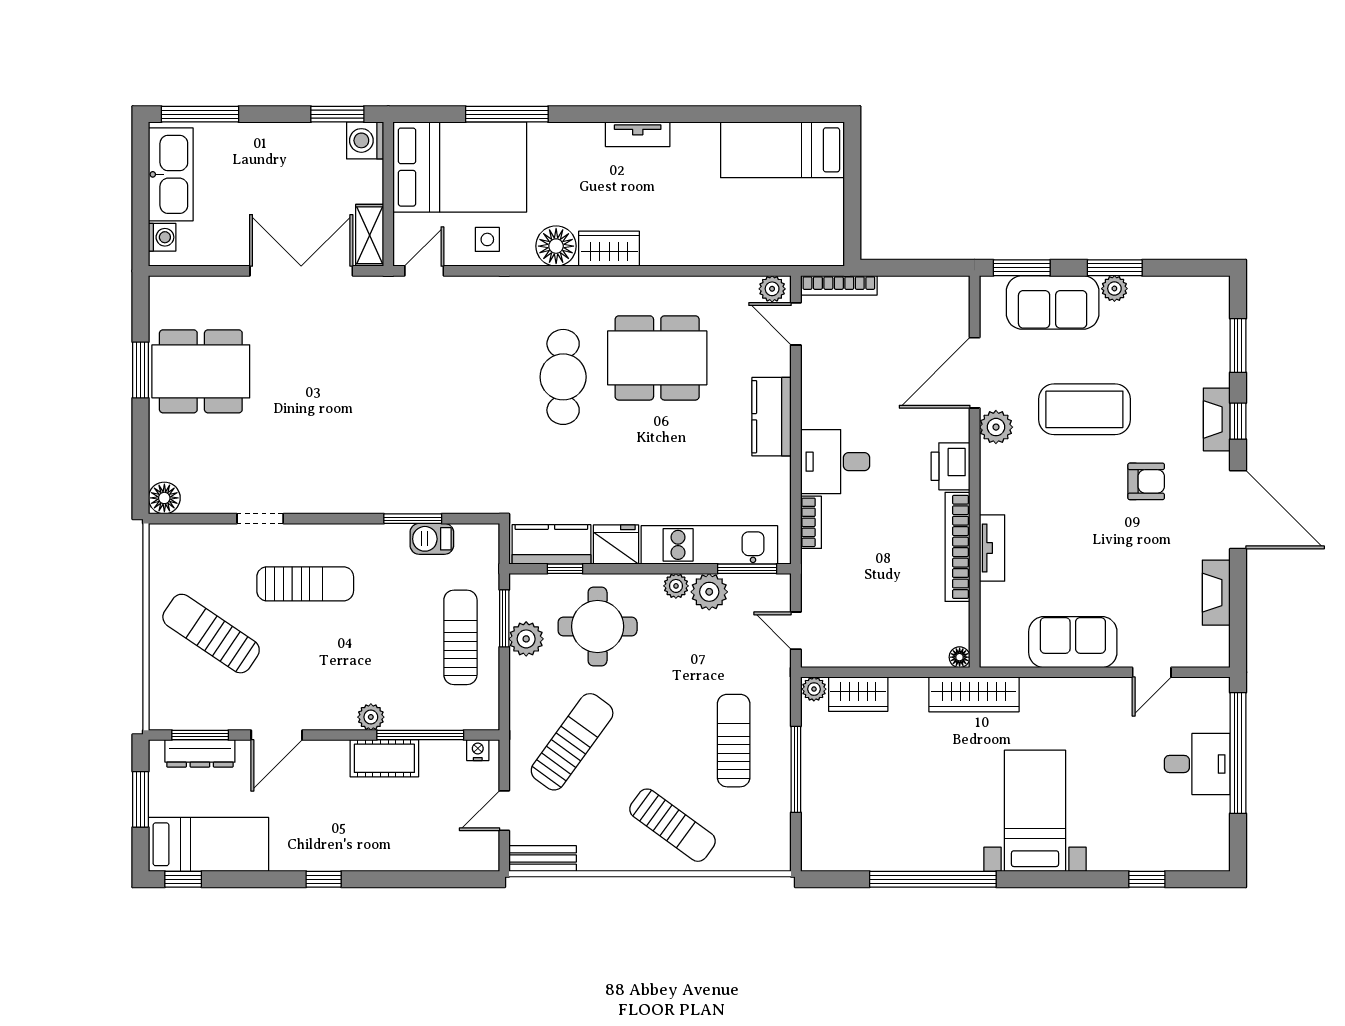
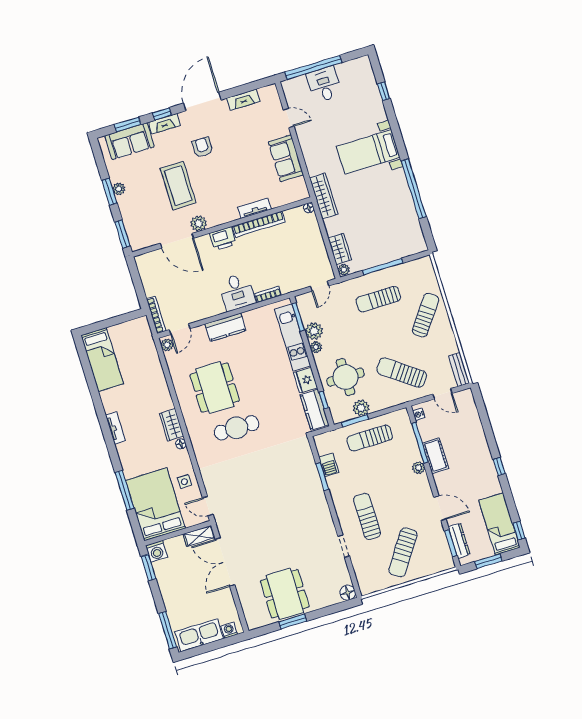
floor lamp: (556, 246) -> (181, 444), width x0.53, depth x0.53
sofa: (1053, 302) -> (130, 141), moved, turned 90

